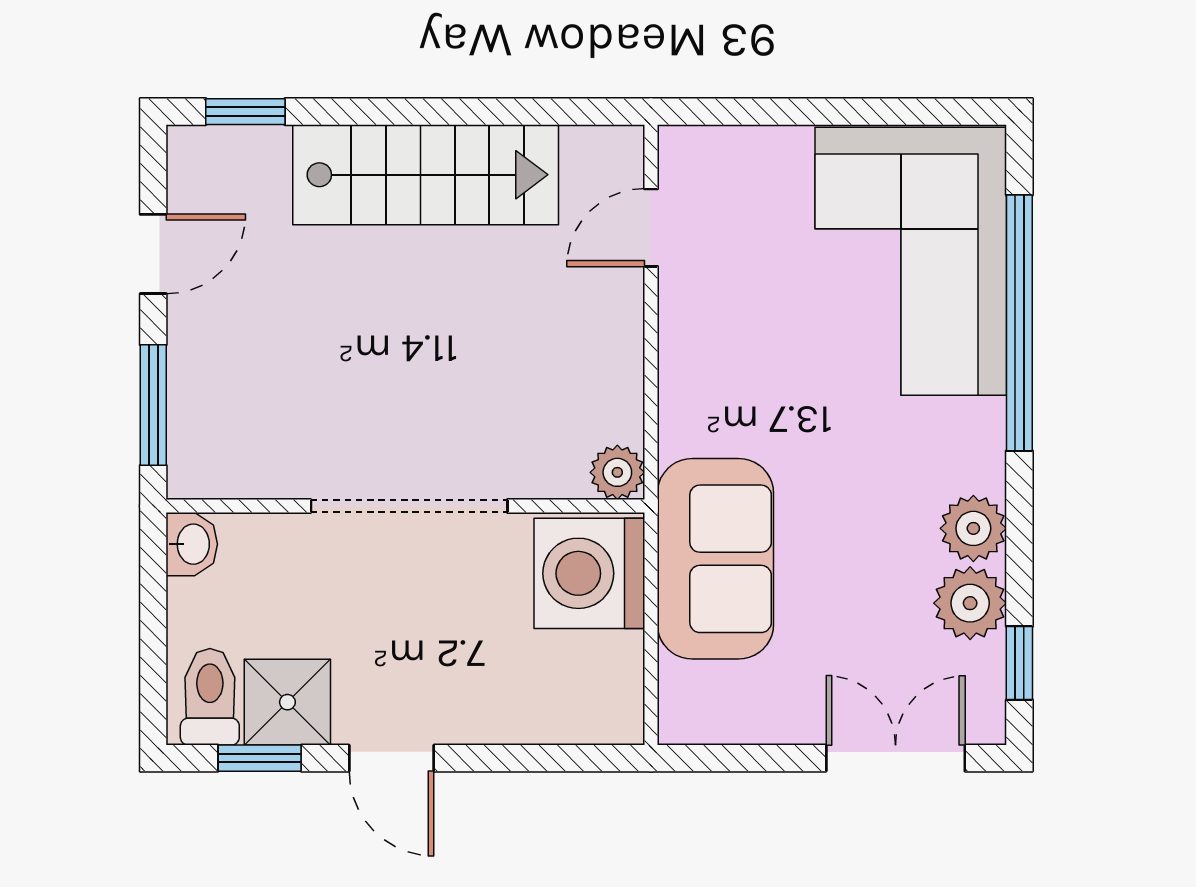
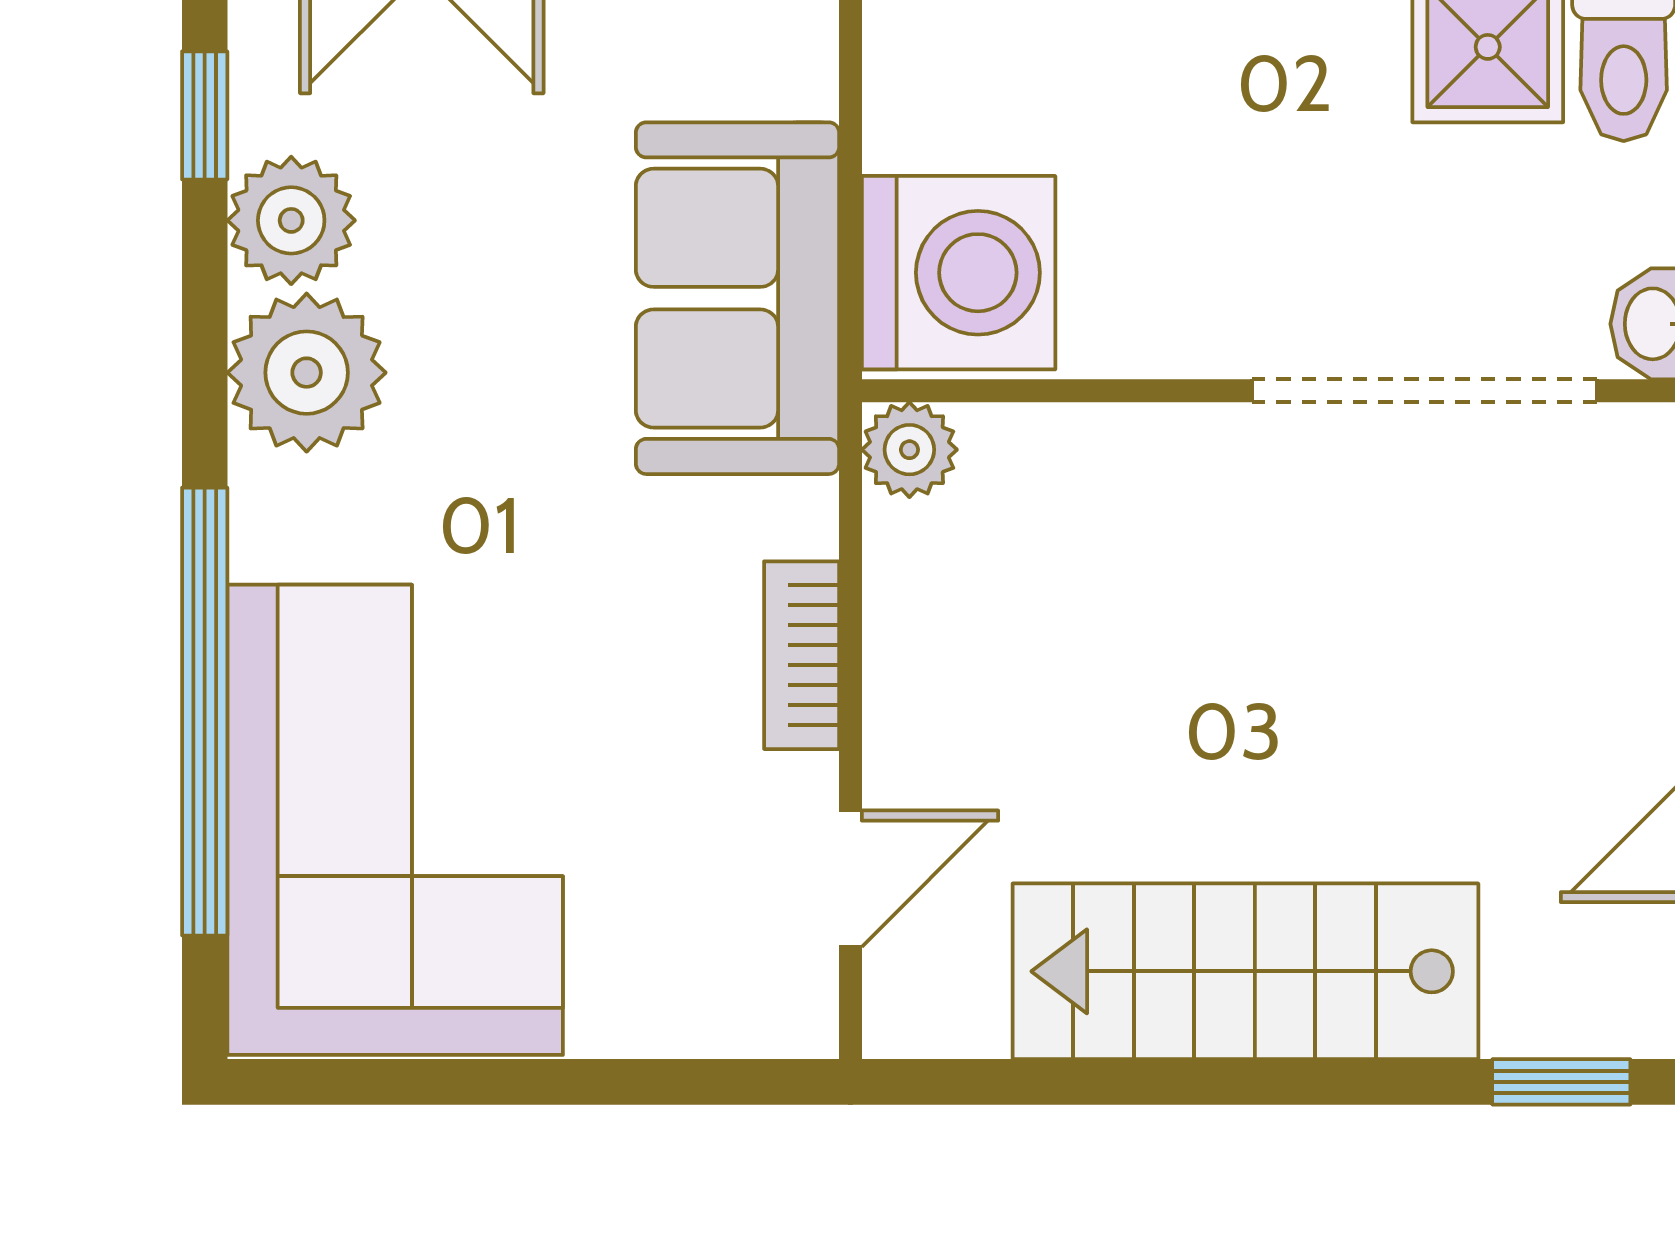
bookcase: (679, 355) -> (802, 655), added
doorway: (409, 506) -> (1425, 391), moved
plant: (973, 528) -> (307, 373), width x1.36, depth x1.36

